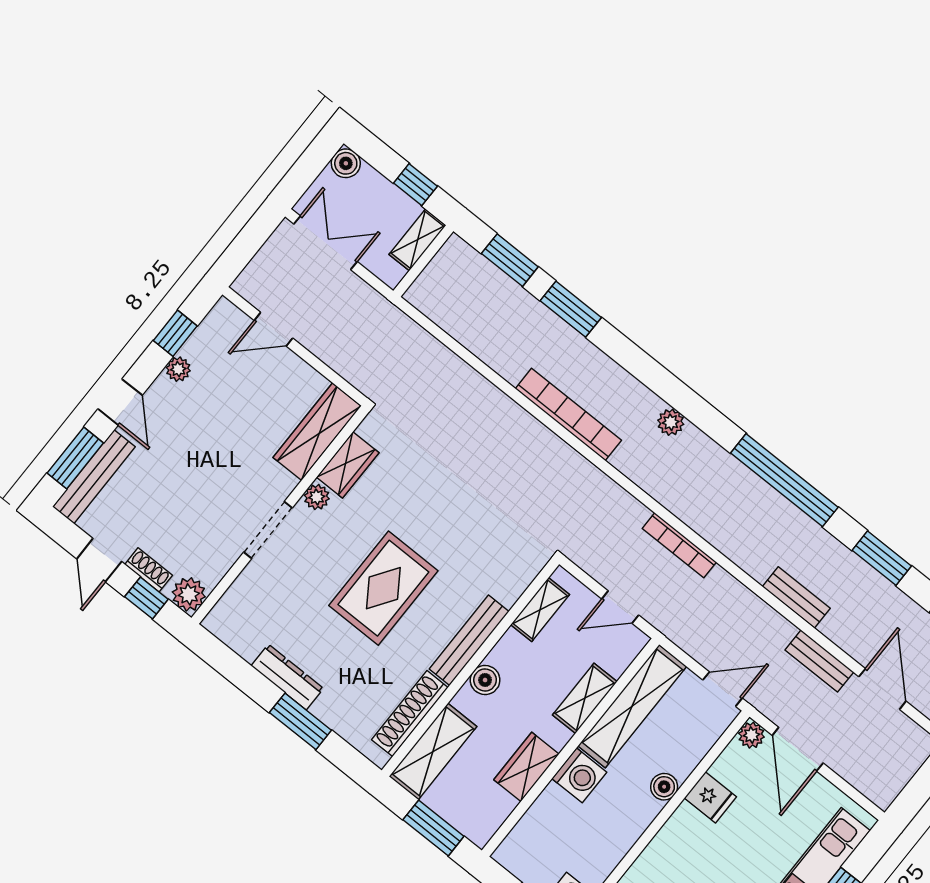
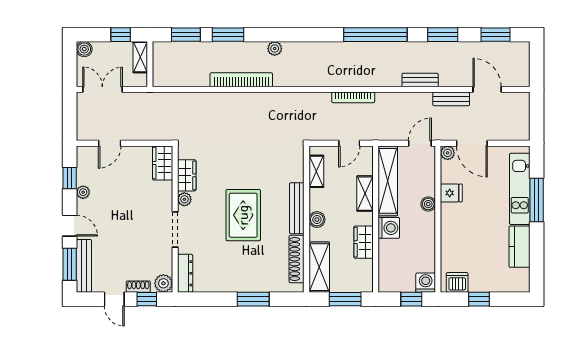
bookcase: (568, 414) -> (241, 80), moved
plant: (671, 422) -> (275, 49), moved
wardrobe: (317, 432) -> (163, 163), width x0.67
dresser: (287, 677) -> (185, 273), moved, turned 90

